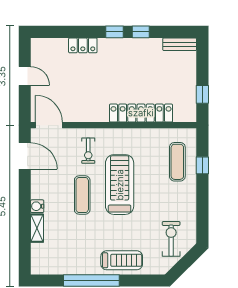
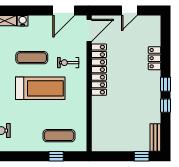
window: (202, 94) -> (142, 156), moved
locker: (141, 113) -> (99, 70), moved

